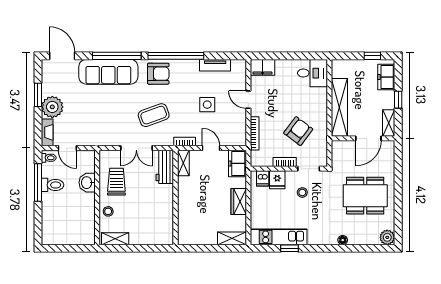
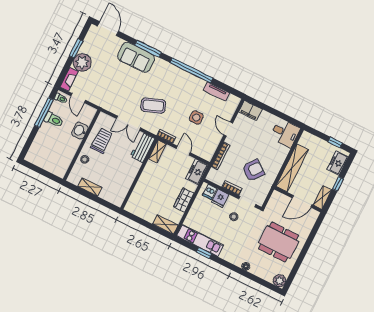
window: (117, 56) -> (148, 49), width x0.68
sofa: (108, 72) -> (136, 57), width x0.73
armchair: (158, 74) -> (172, 77), removed
shelving: (115, 239) -> (90, 187), moved

